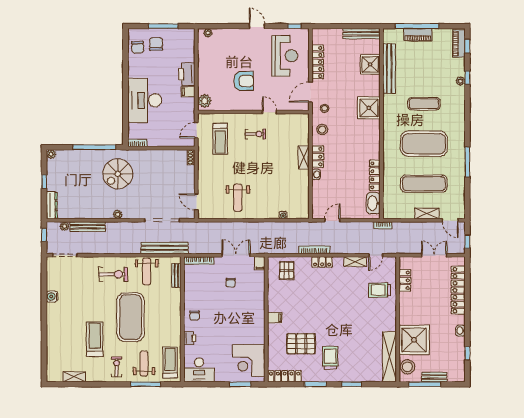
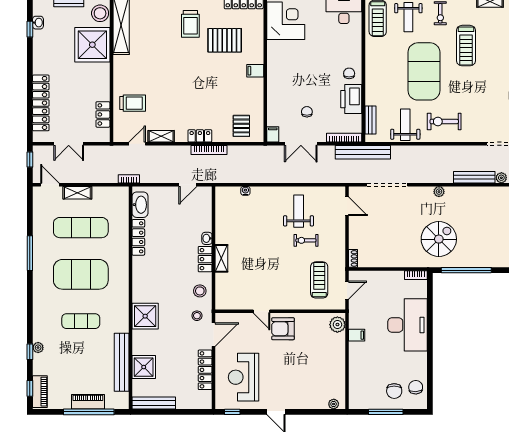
printer: (187, 74) -> (358, 355), removed
armchair: (244, 81) -> (283, 329), moved
exercise bike: (255, 134) -> (306, 240), moved
bench: (165, 248) -> (363, 152), moved
washbasin: (461, 331) -> (38, 23), moved
printer: (190, 338) -> (351, 99), moved, width x1.87, depth x1.48

